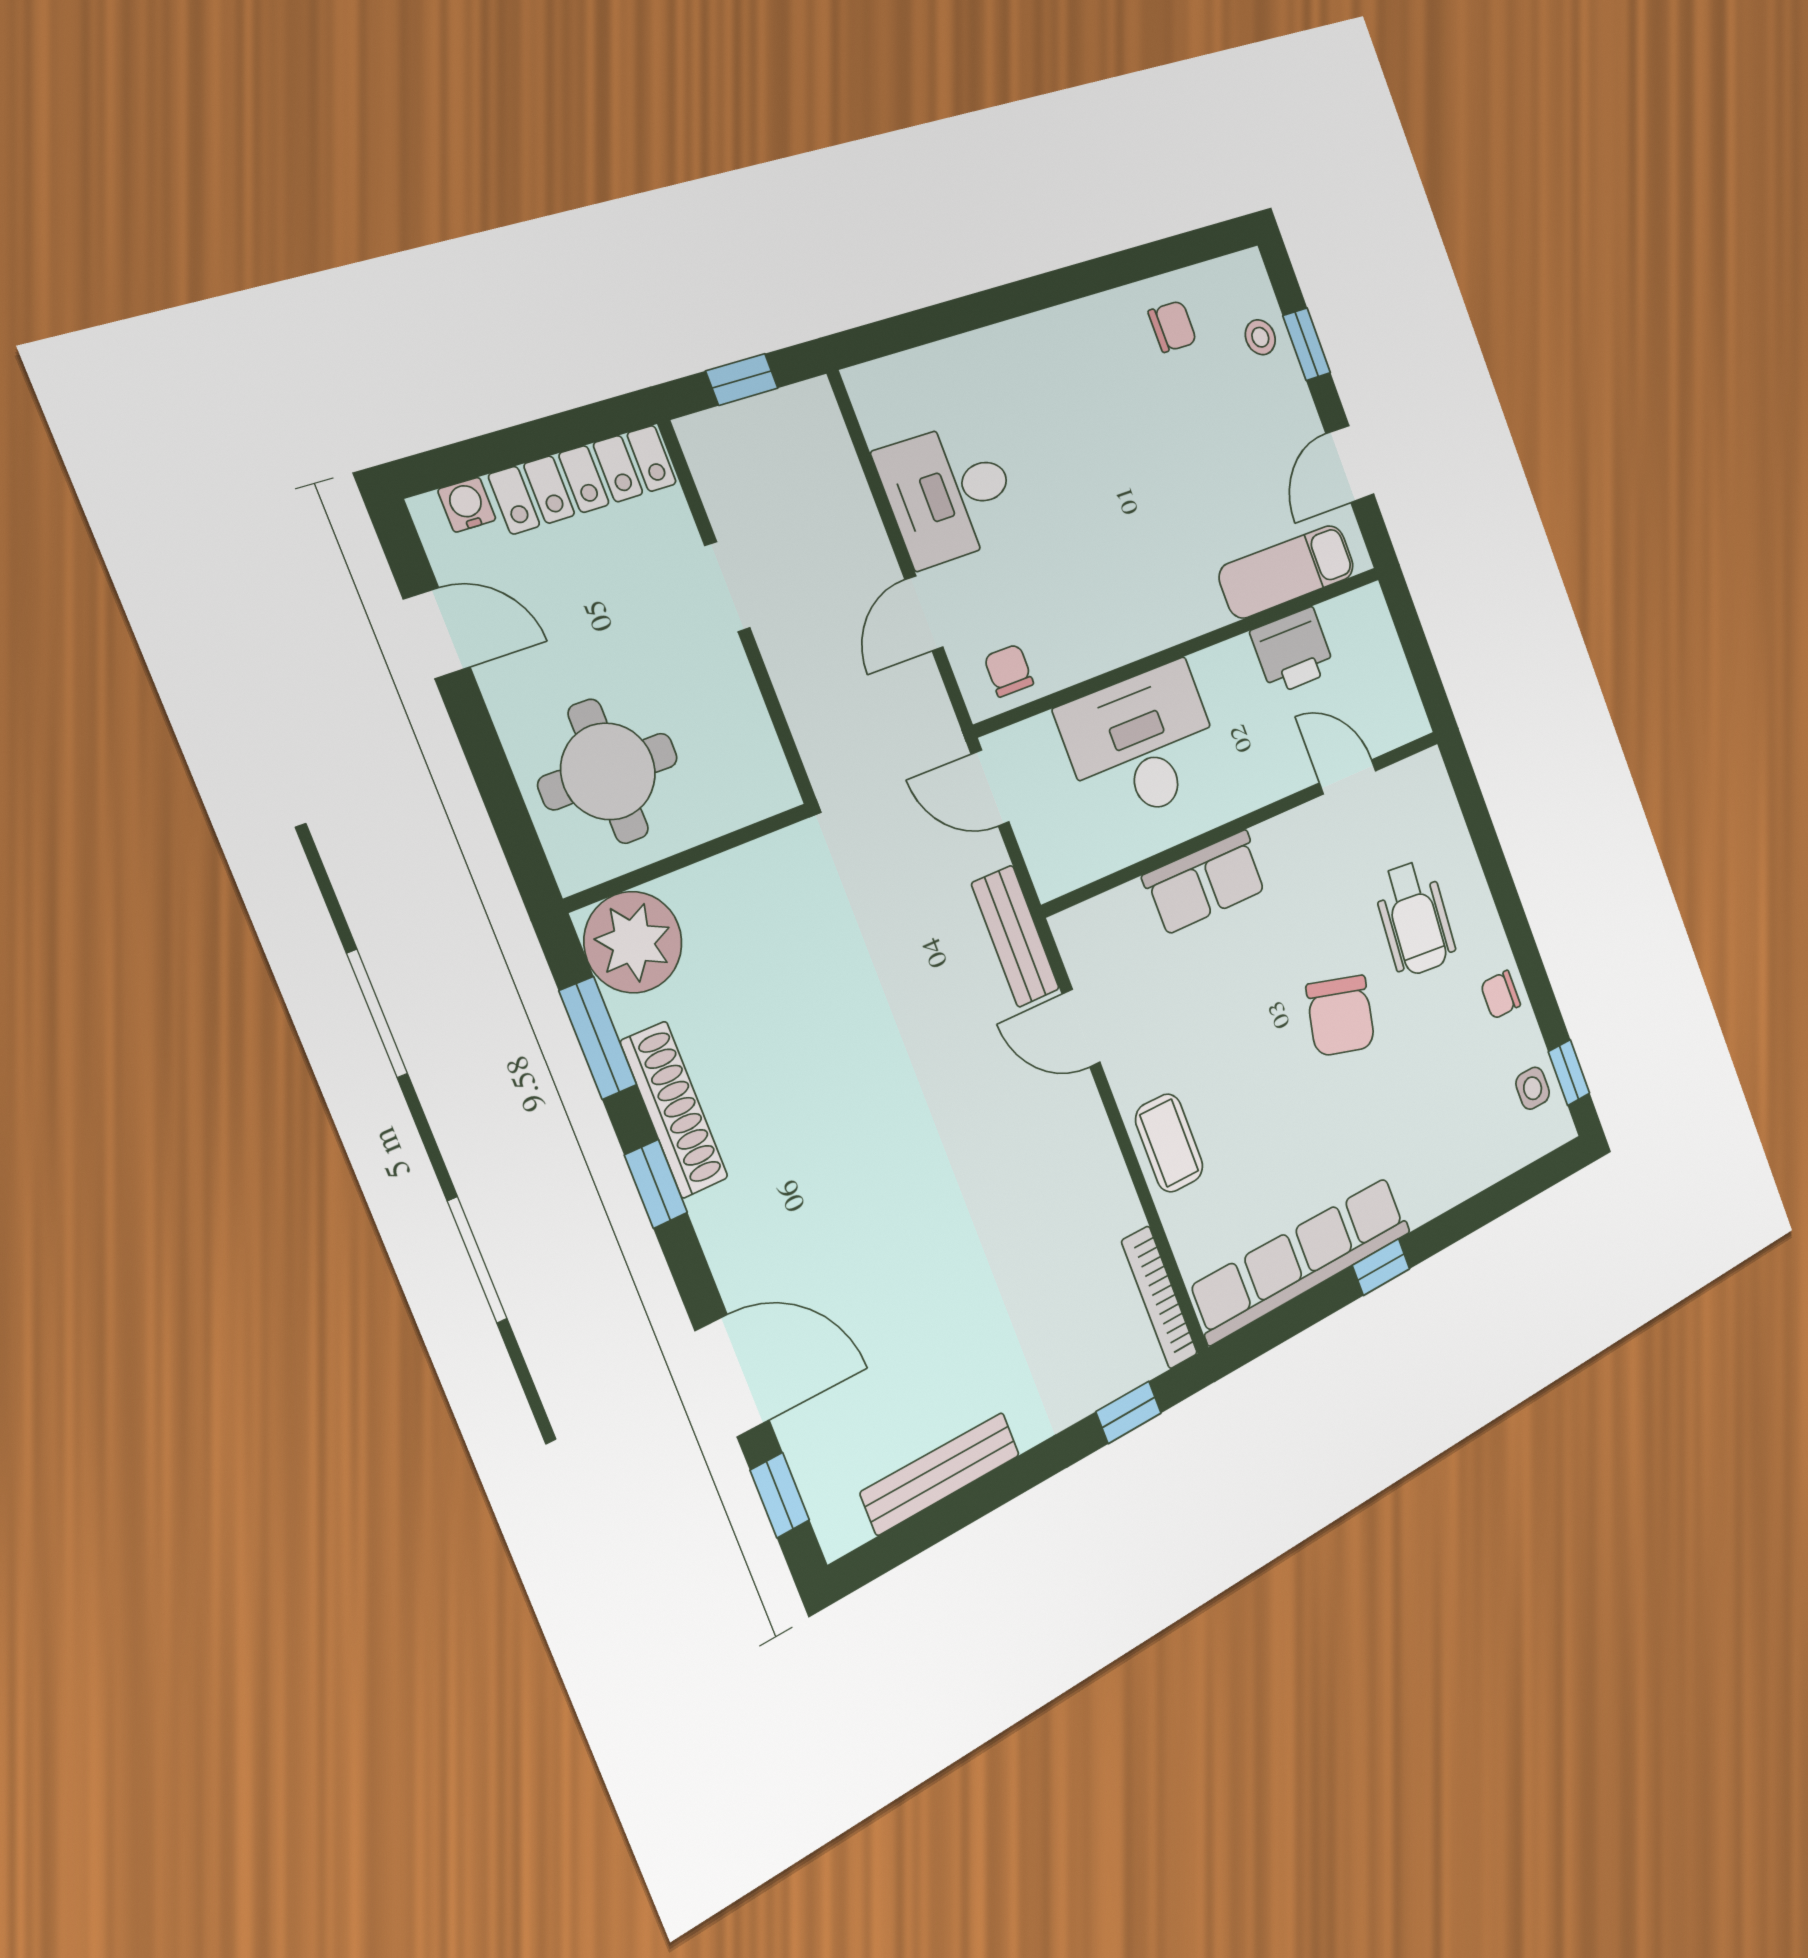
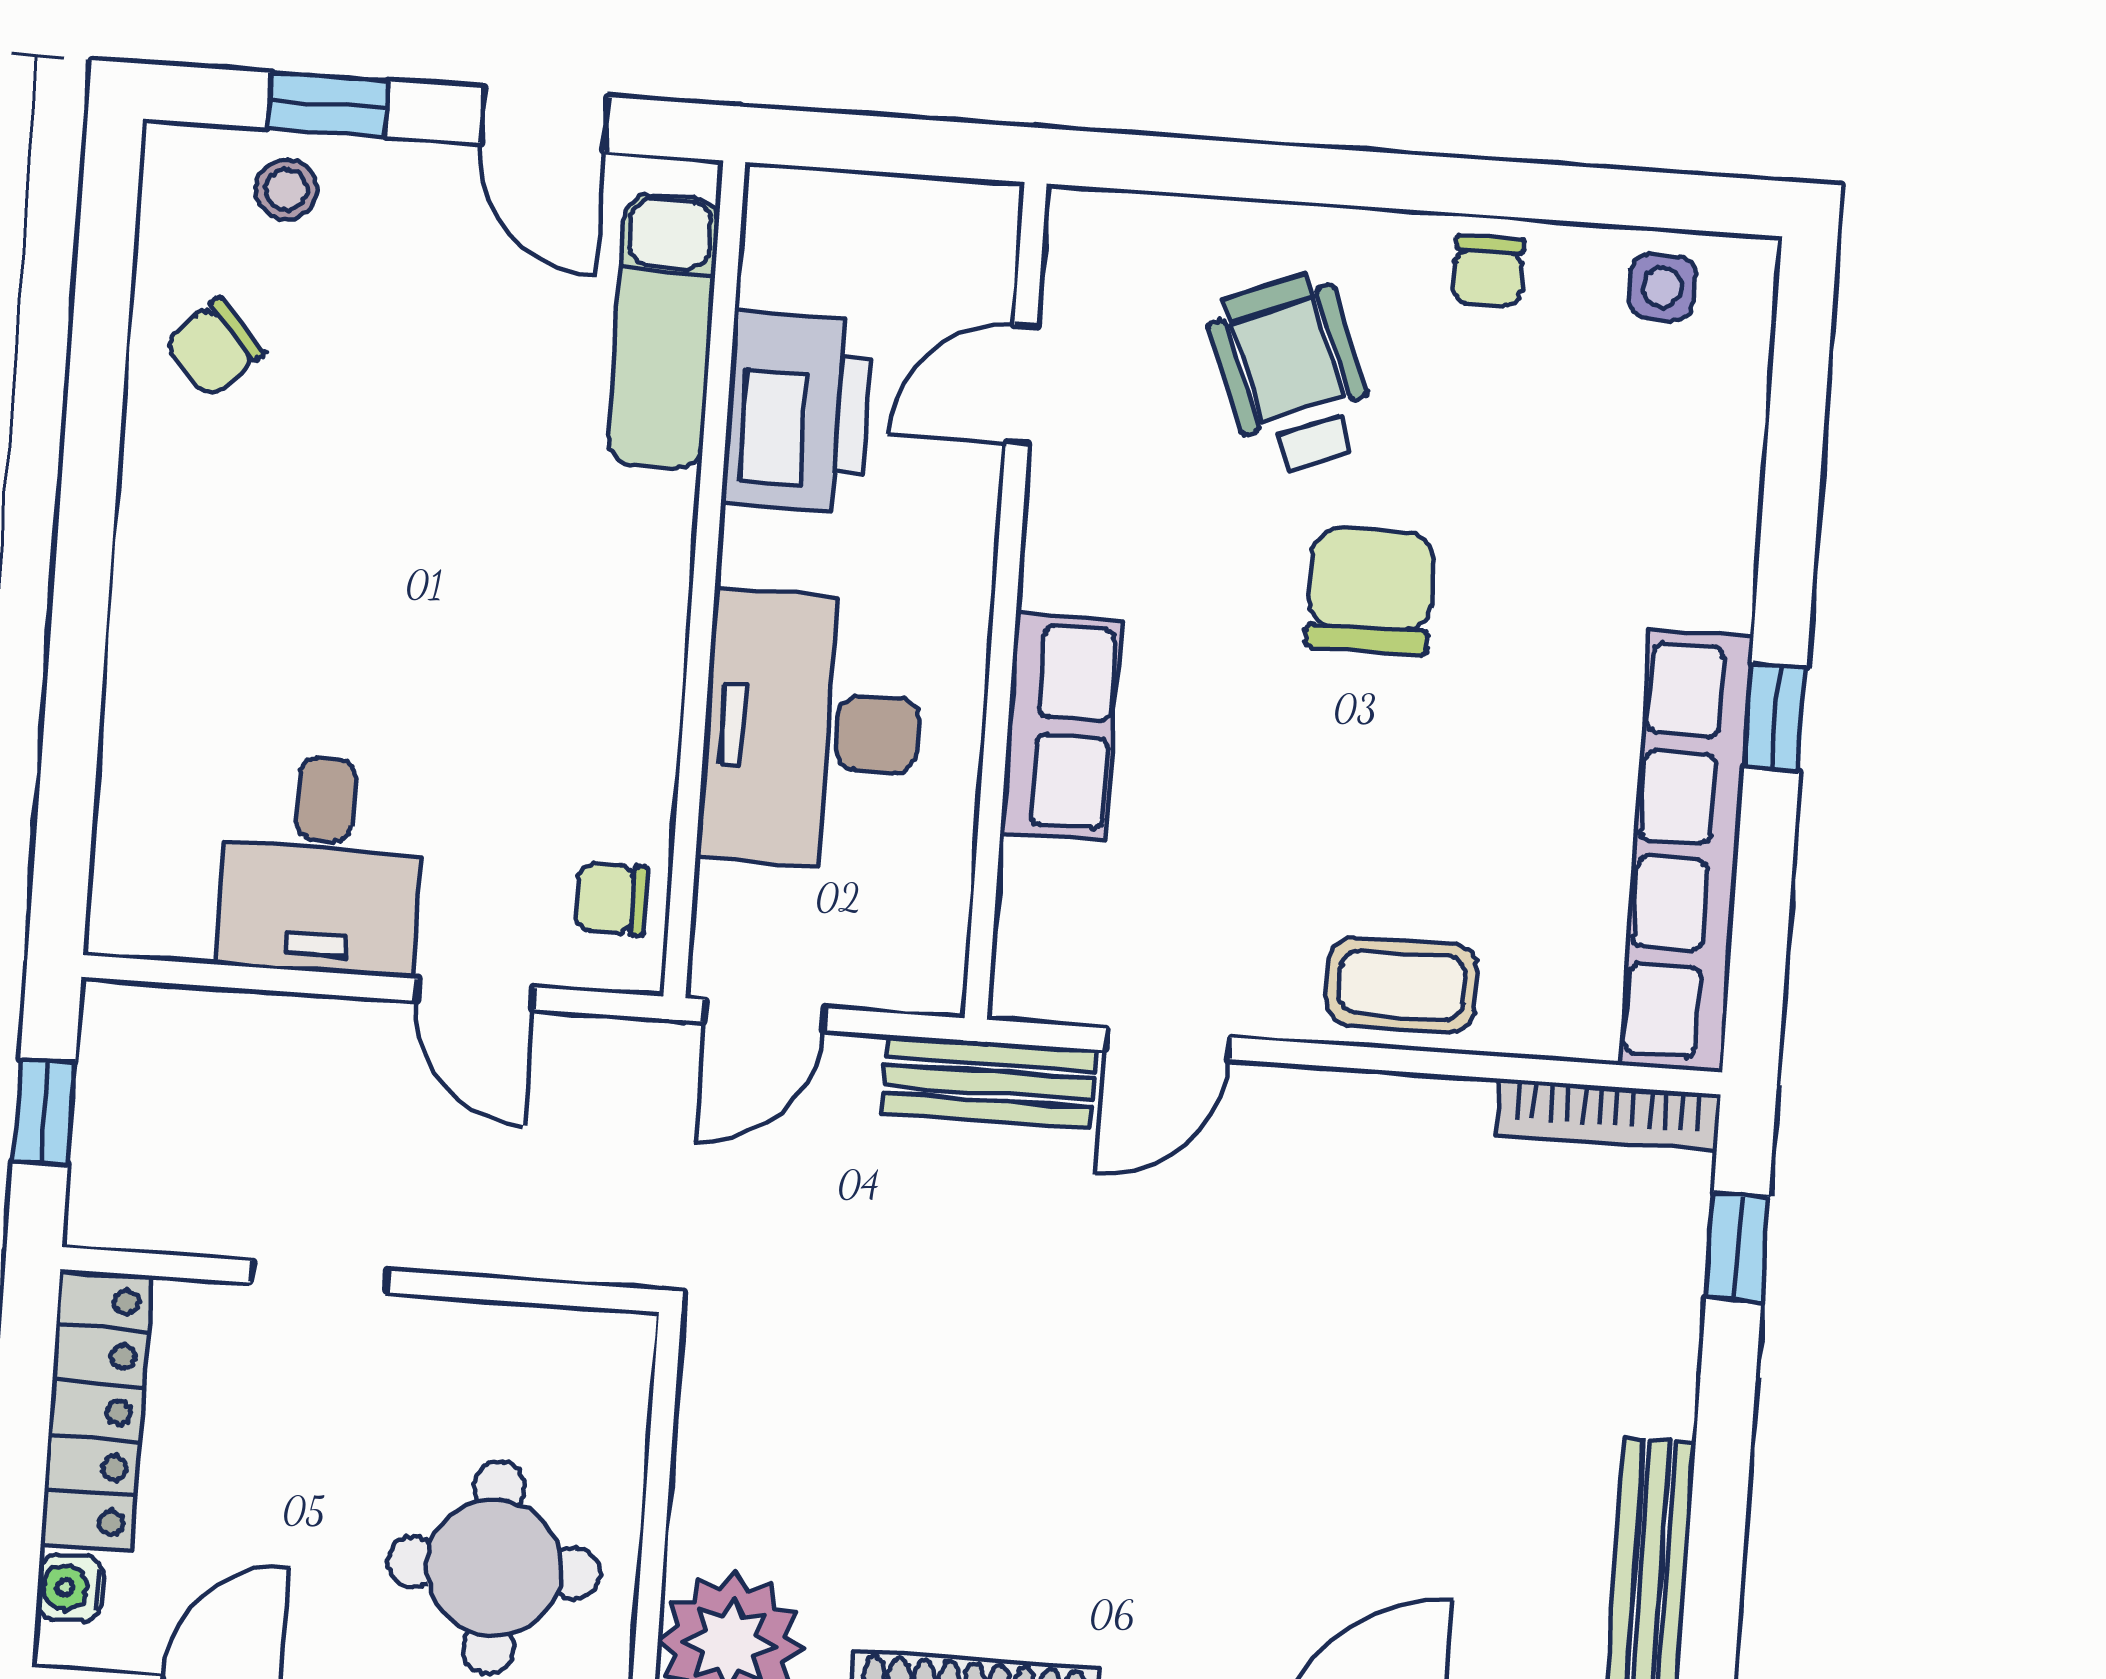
chair: (1173, 327) -> (214, 347), turned -133
printer: (1293, 651) -> (797, 412), width x1.37, depth x1.19
wheelchair: (1415, 918) -> (1292, 373), turned -117
chair: (1341, 1016) -> (1370, 591), turned -104
window: (1569, 1073) -> (1675, 201), removed

